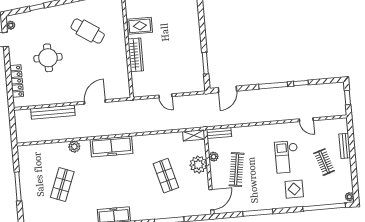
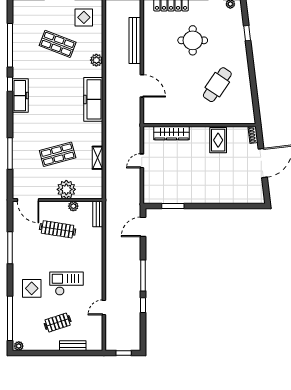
wardrobe: (136, 55) -> (172, 133), moved
door: (227, 89) -> (143, 227), hinge flipped
shelving: (194, 135) -> (97, 158), moved
display table: (35, 162) -> (84, 17), added

